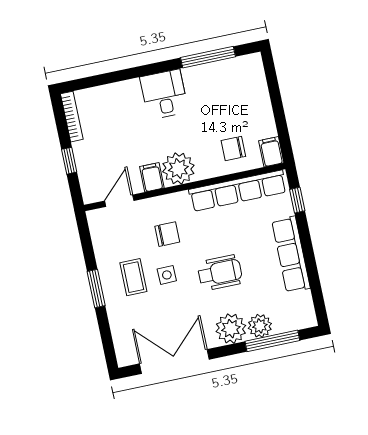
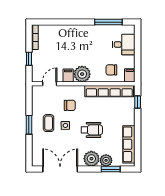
desk: (164, 94) -> (124, 45), moved, turned 90
row of seats: (291, 254) -> (129, 144), moved
window: (272, 341) -> (111, 169), width x0.69

